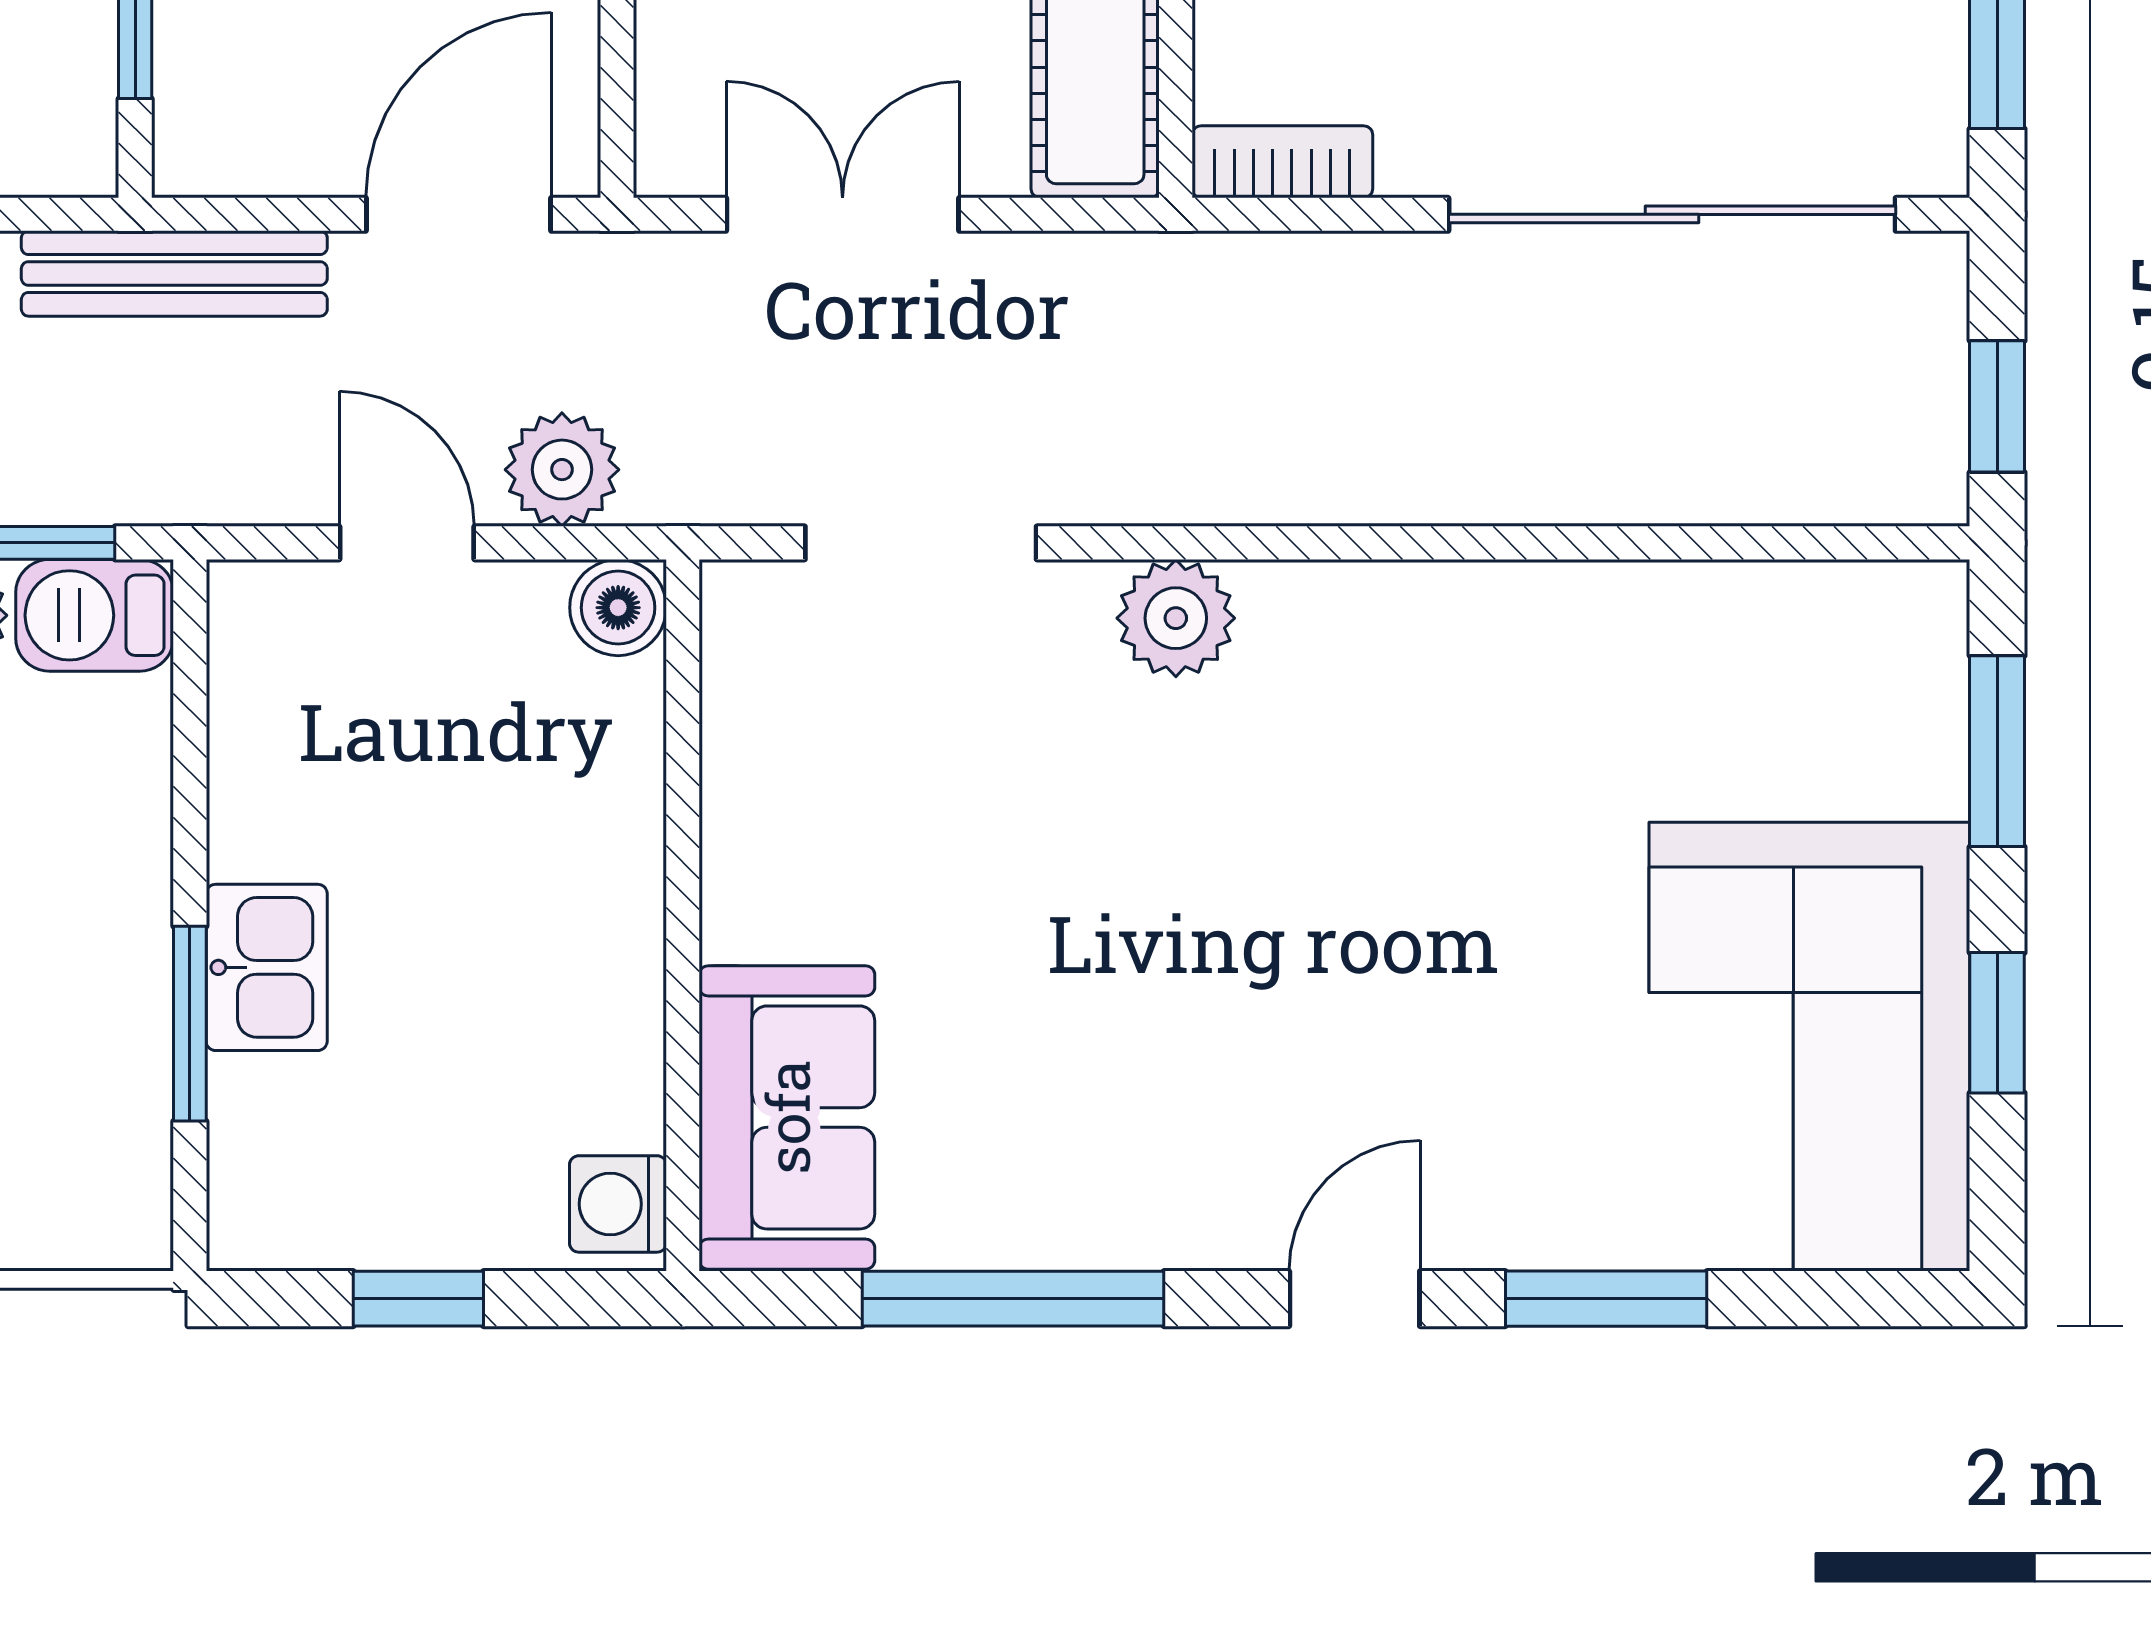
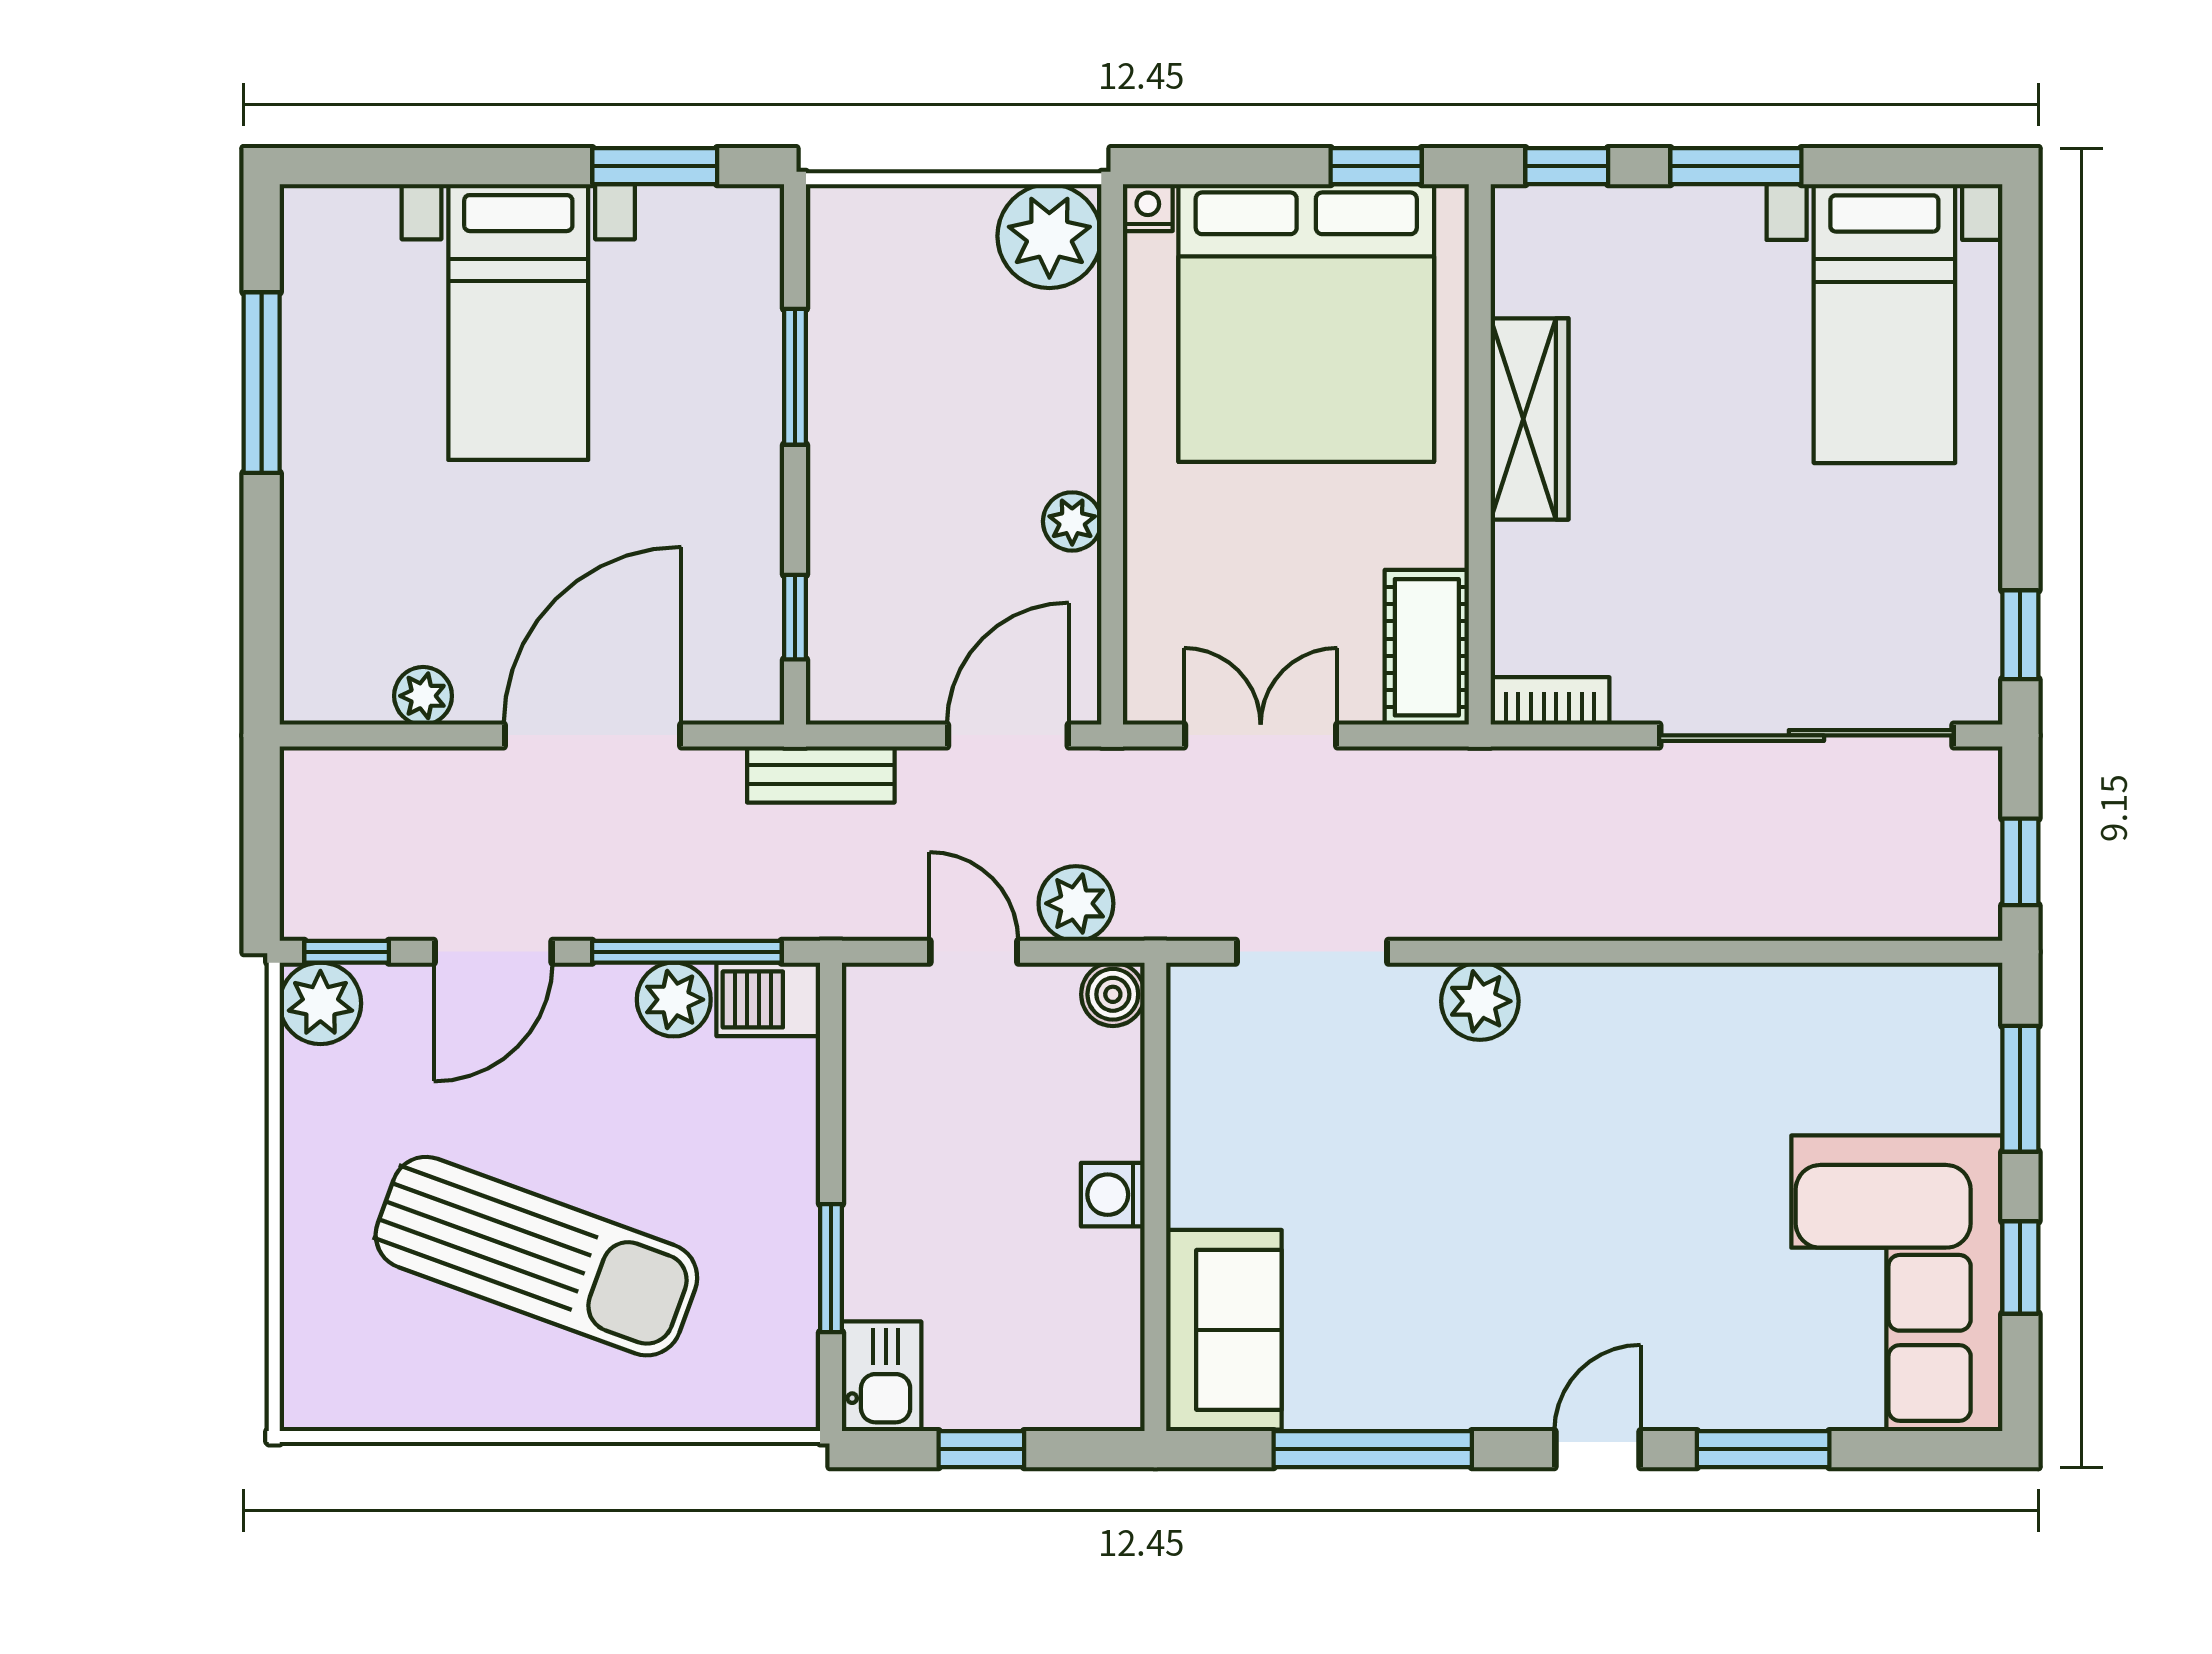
bench: (174, 274) -> (821, 774), width x0.73
kitchen sink: (267, 967) -> (882, 1376), moved
washing machine: (618, 1204) -> (1113, 1195), moved

